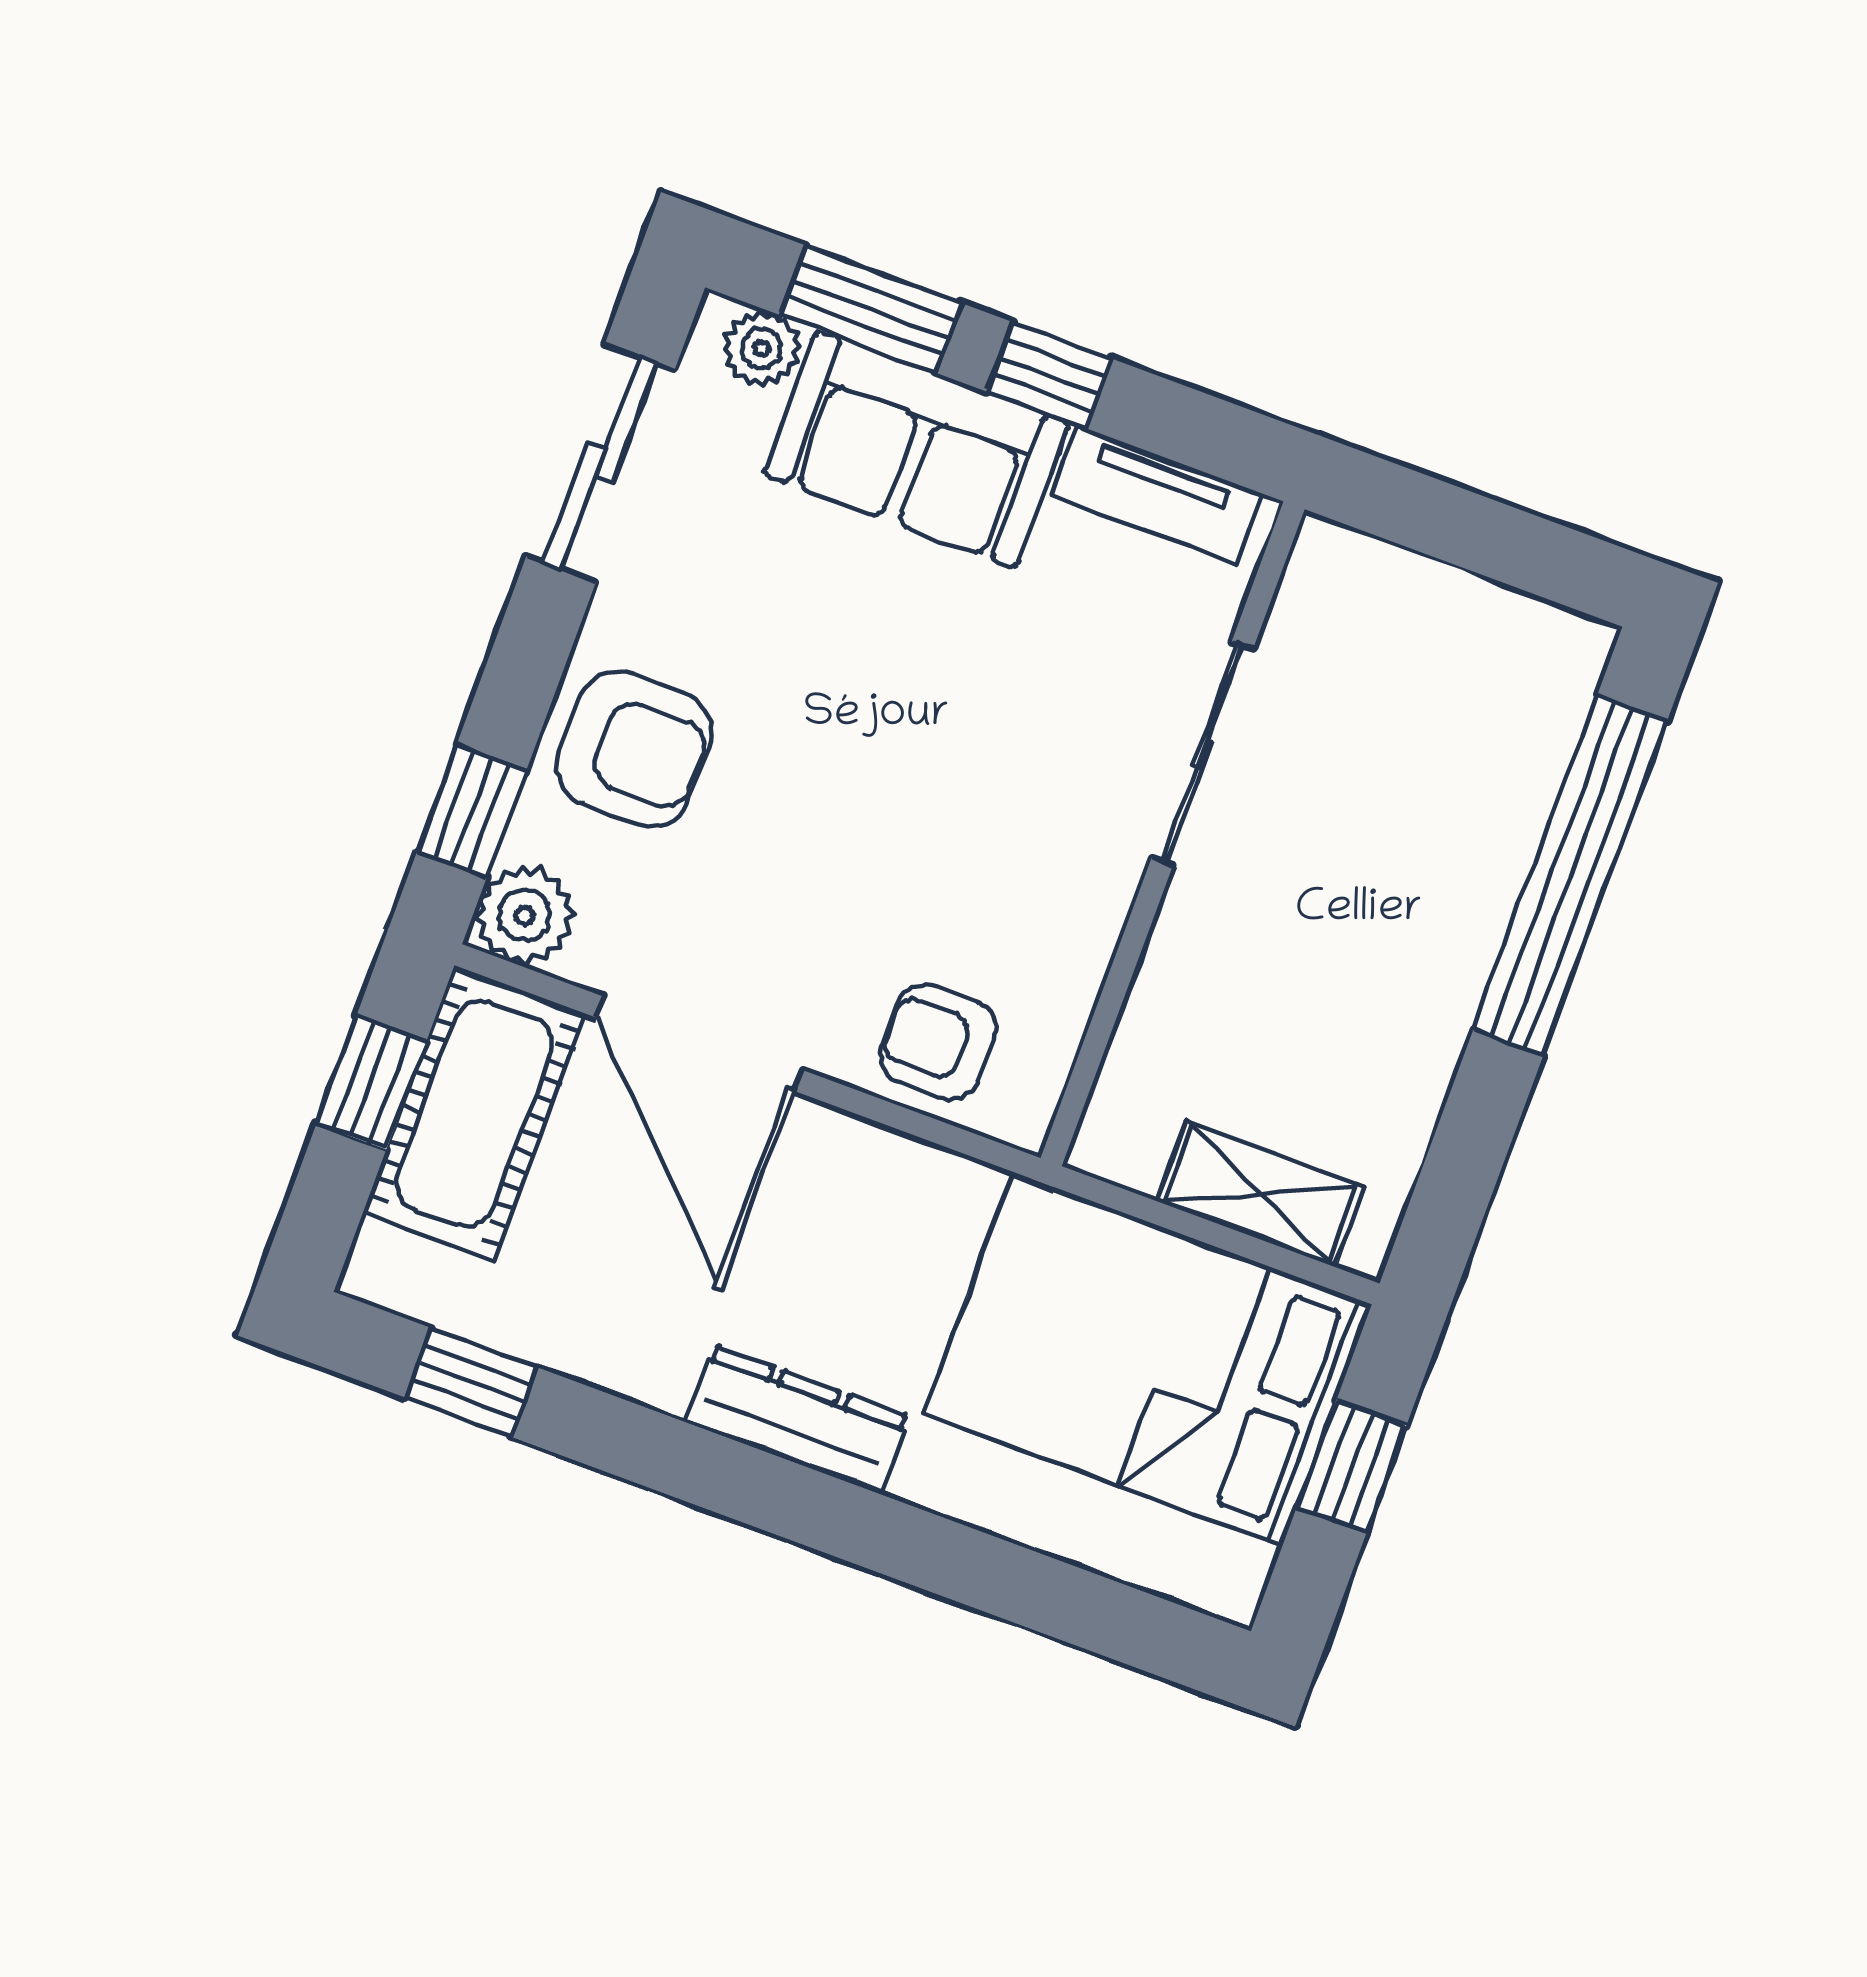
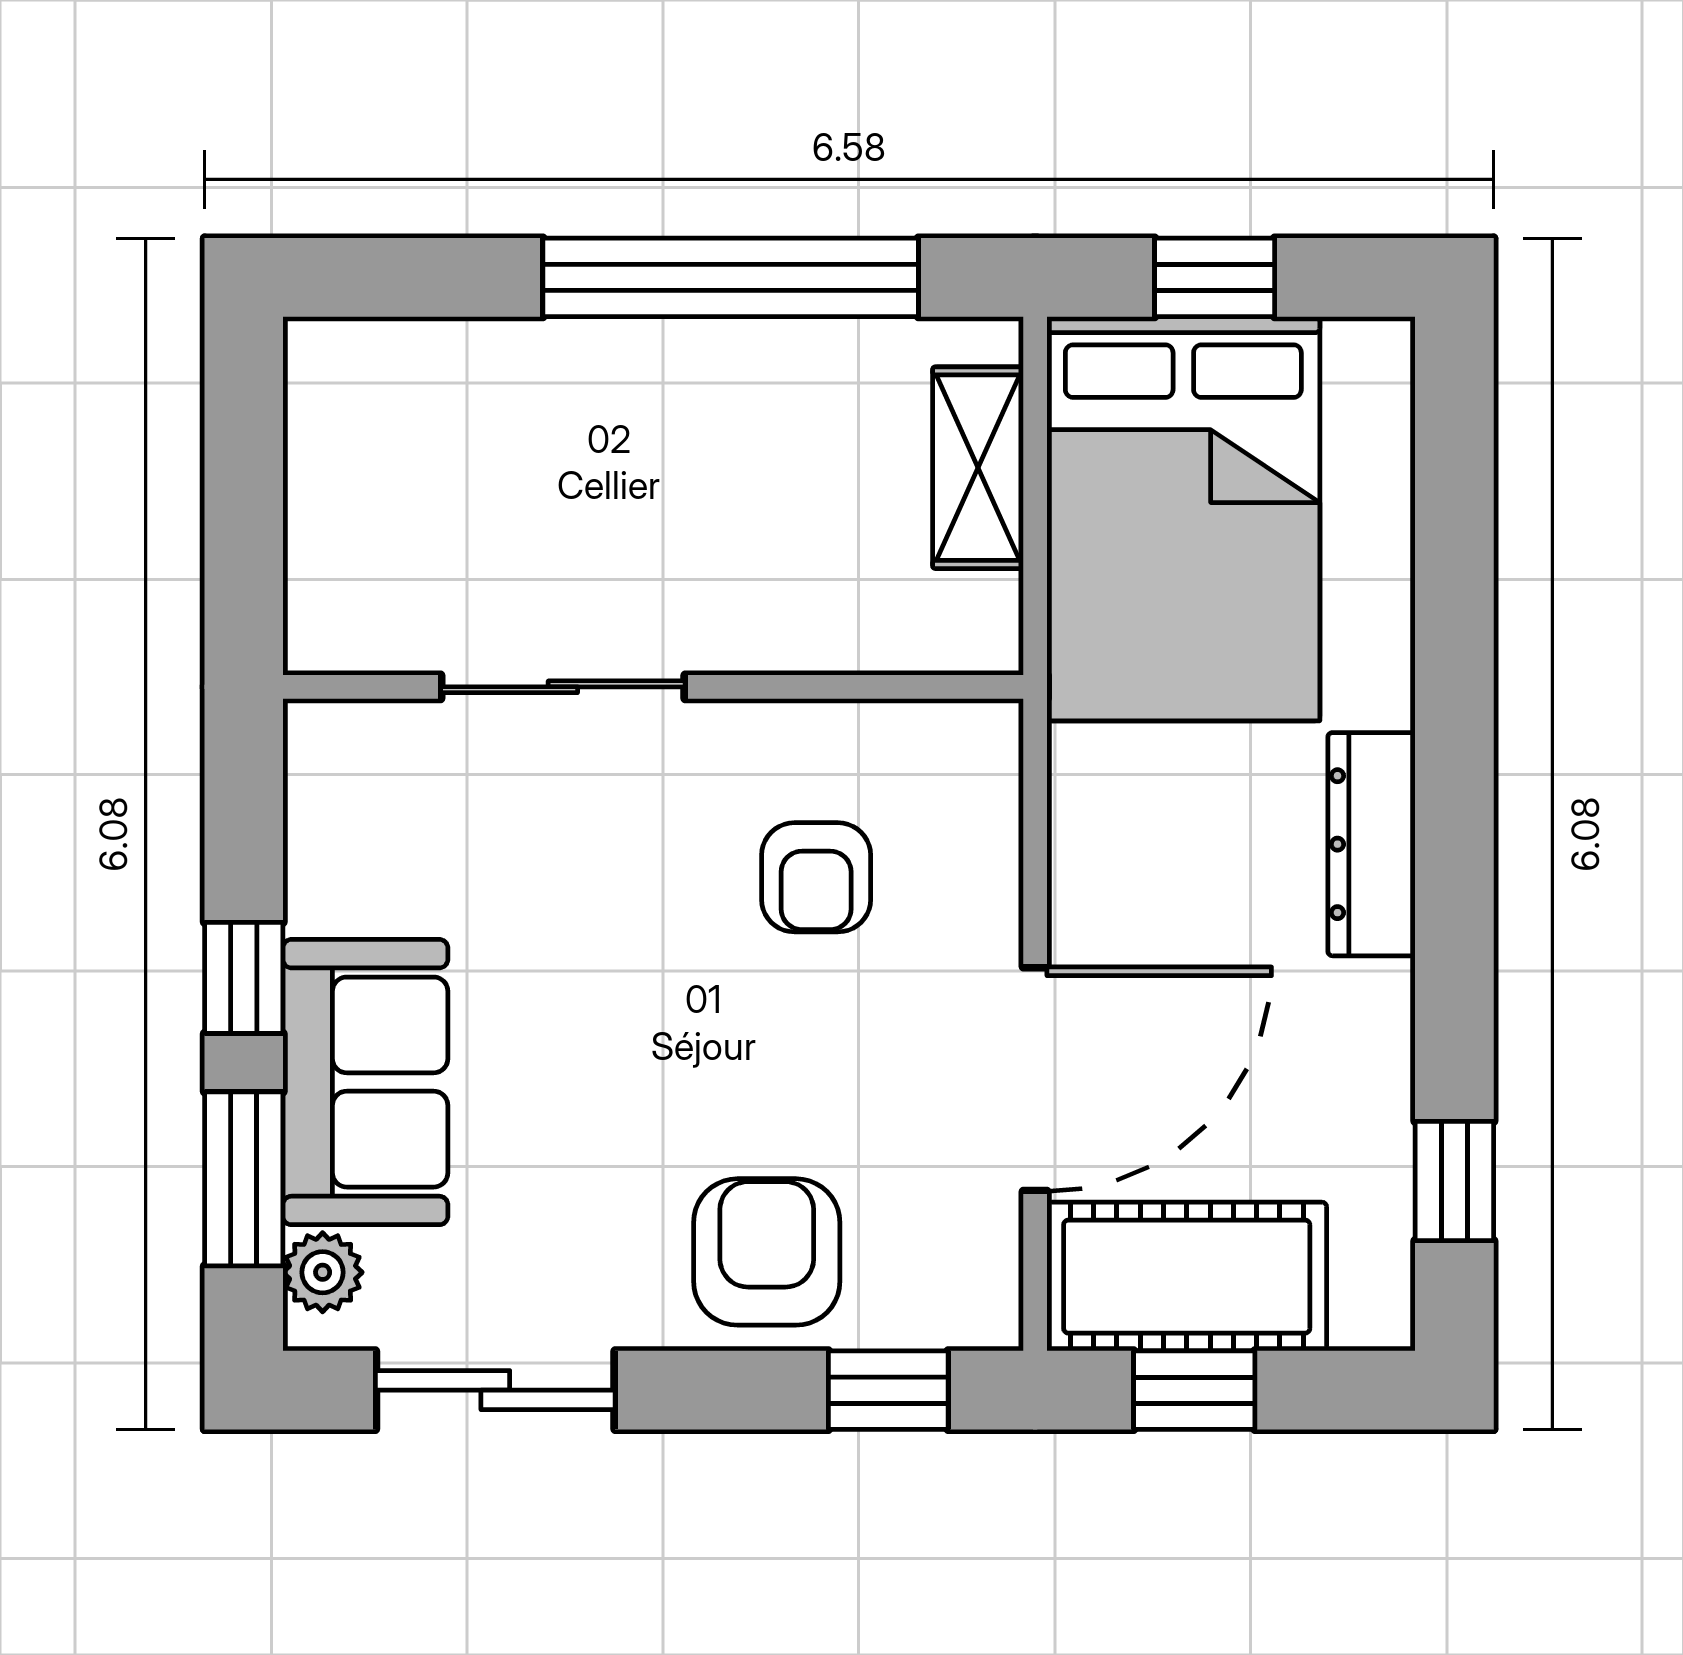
tv unit: (1156, 494) -> (323, 828), removed
window: (1570, 875) -> (731, 277), moved
plant: (525, 915) -> (972, 1299), removed
armchair: (938, 1042) -> (816, 877), moved

